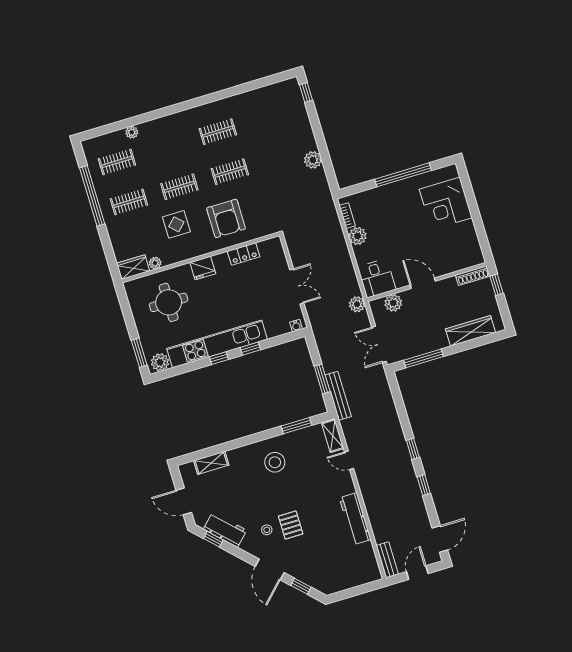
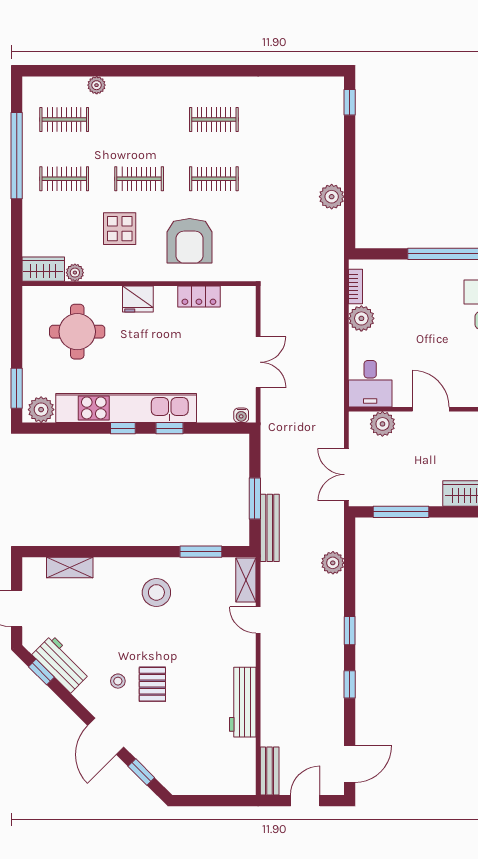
plant: (357, 304) -> (333, 563), moved

